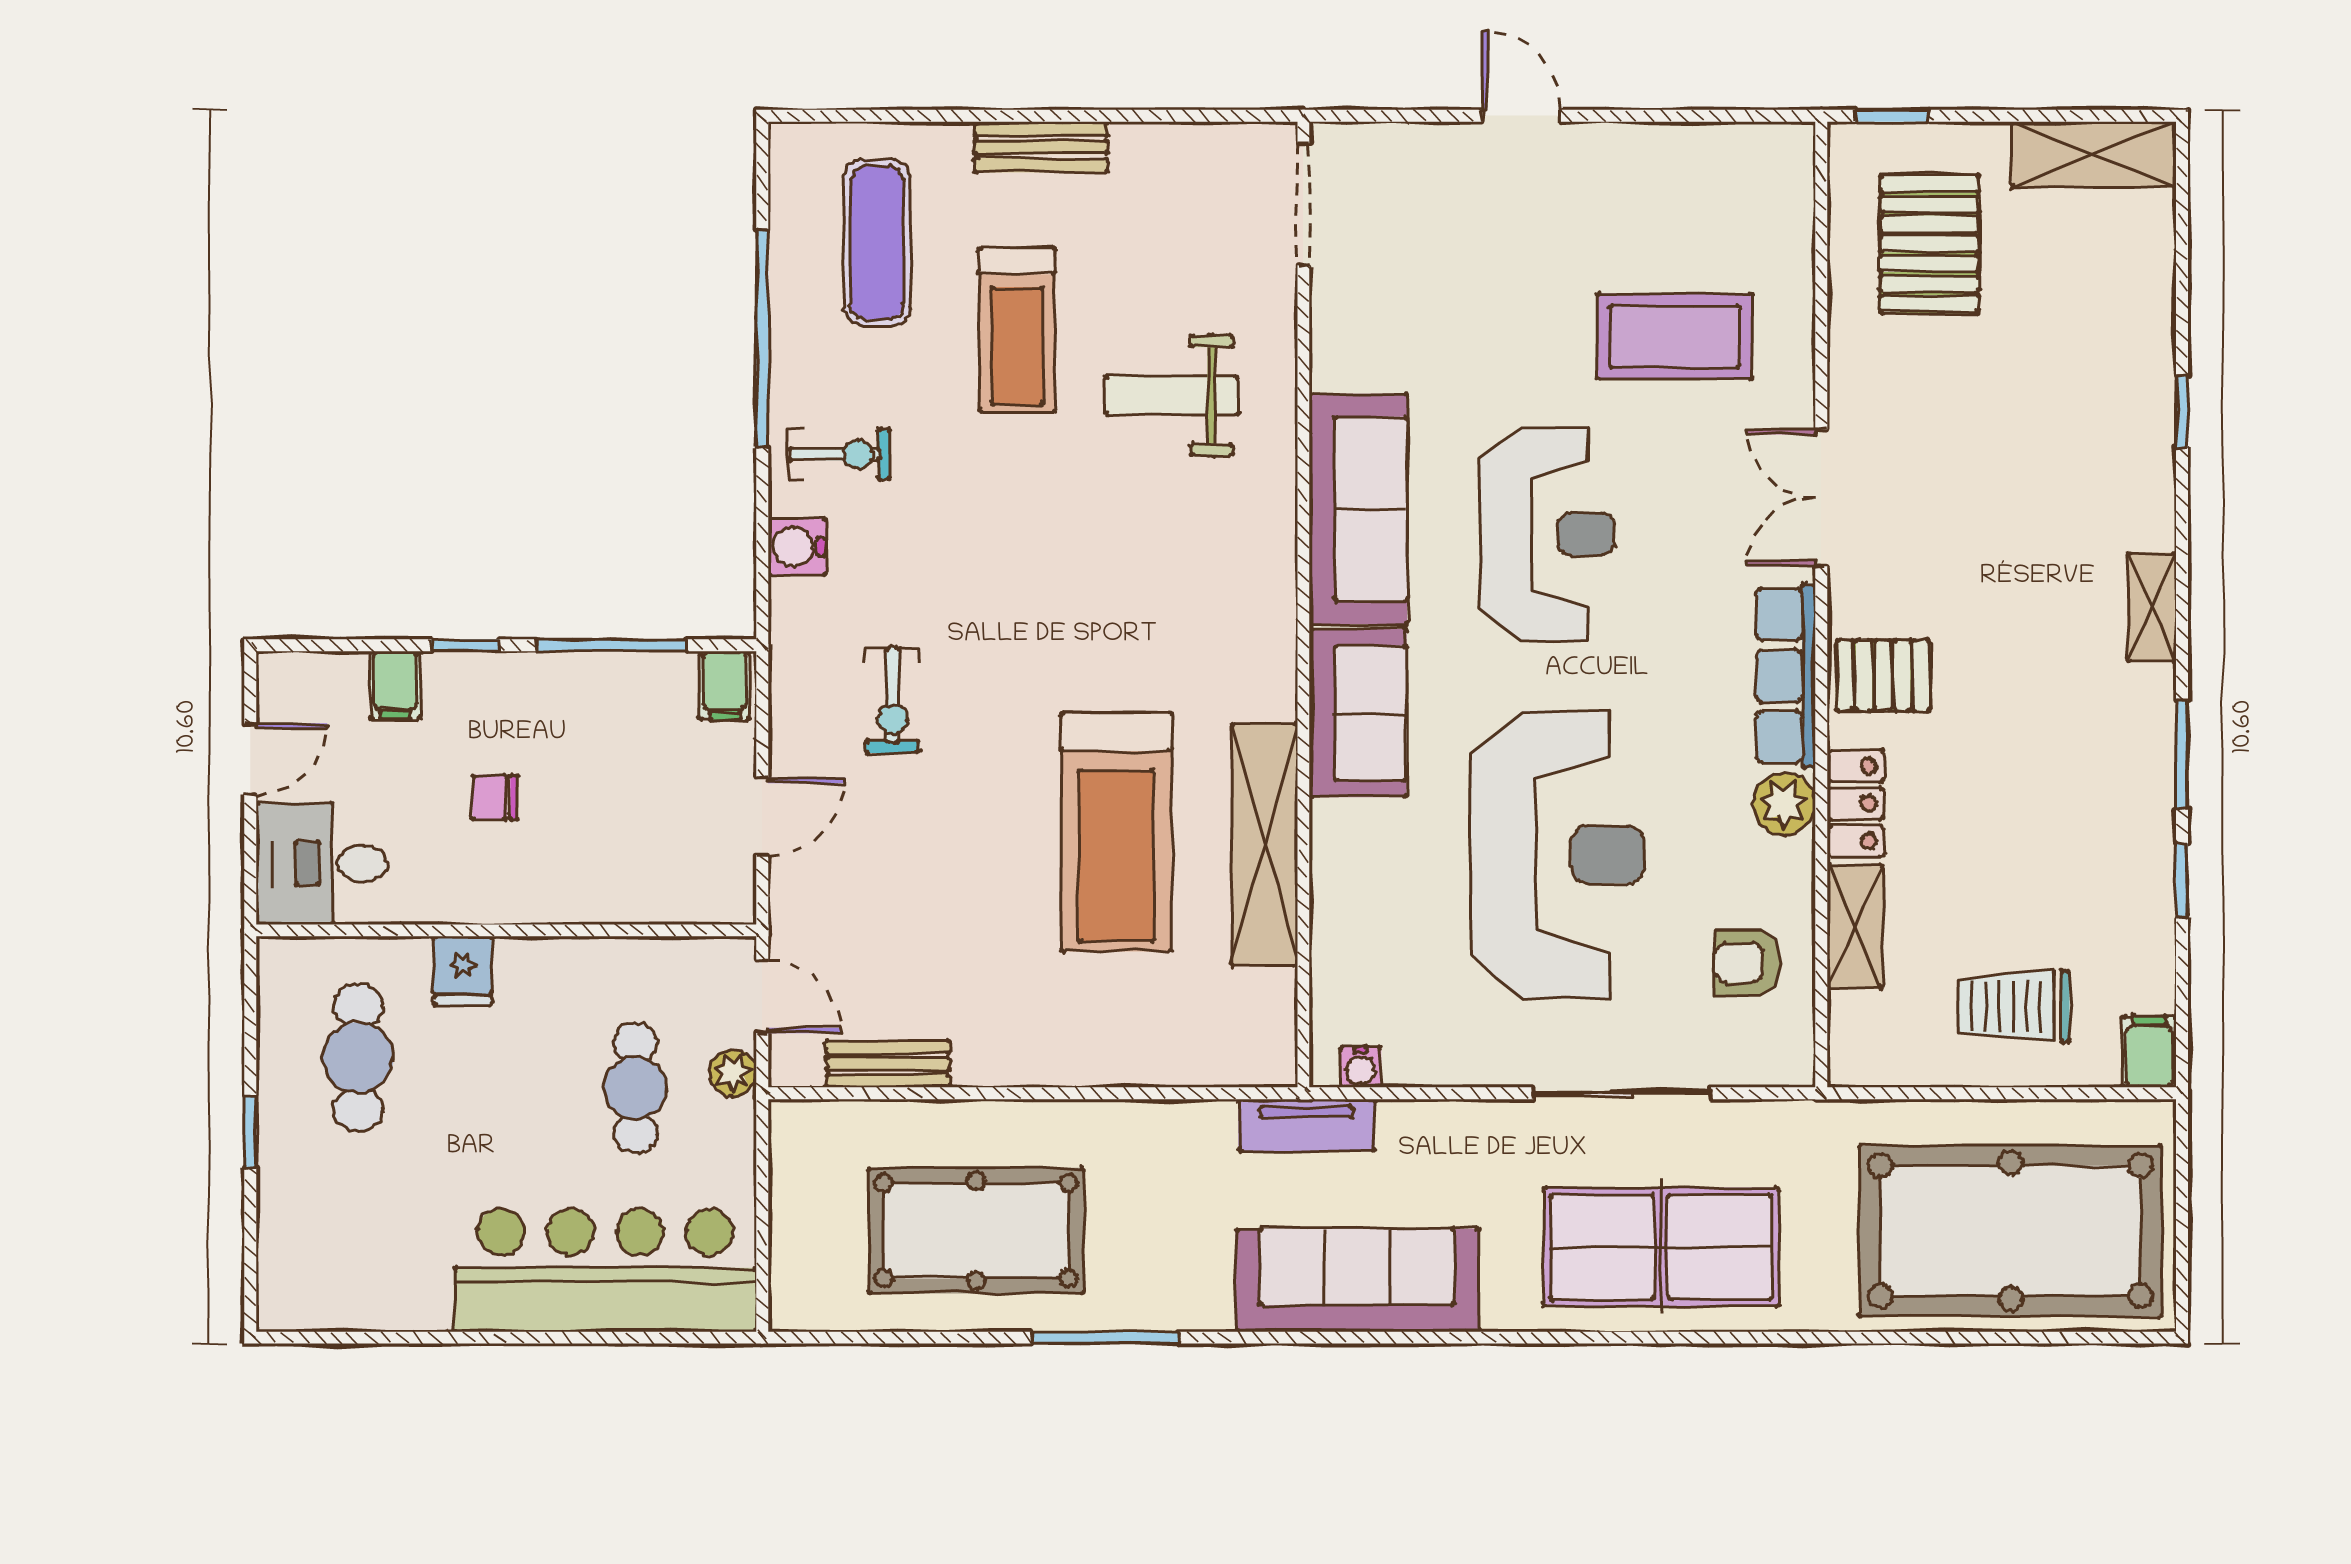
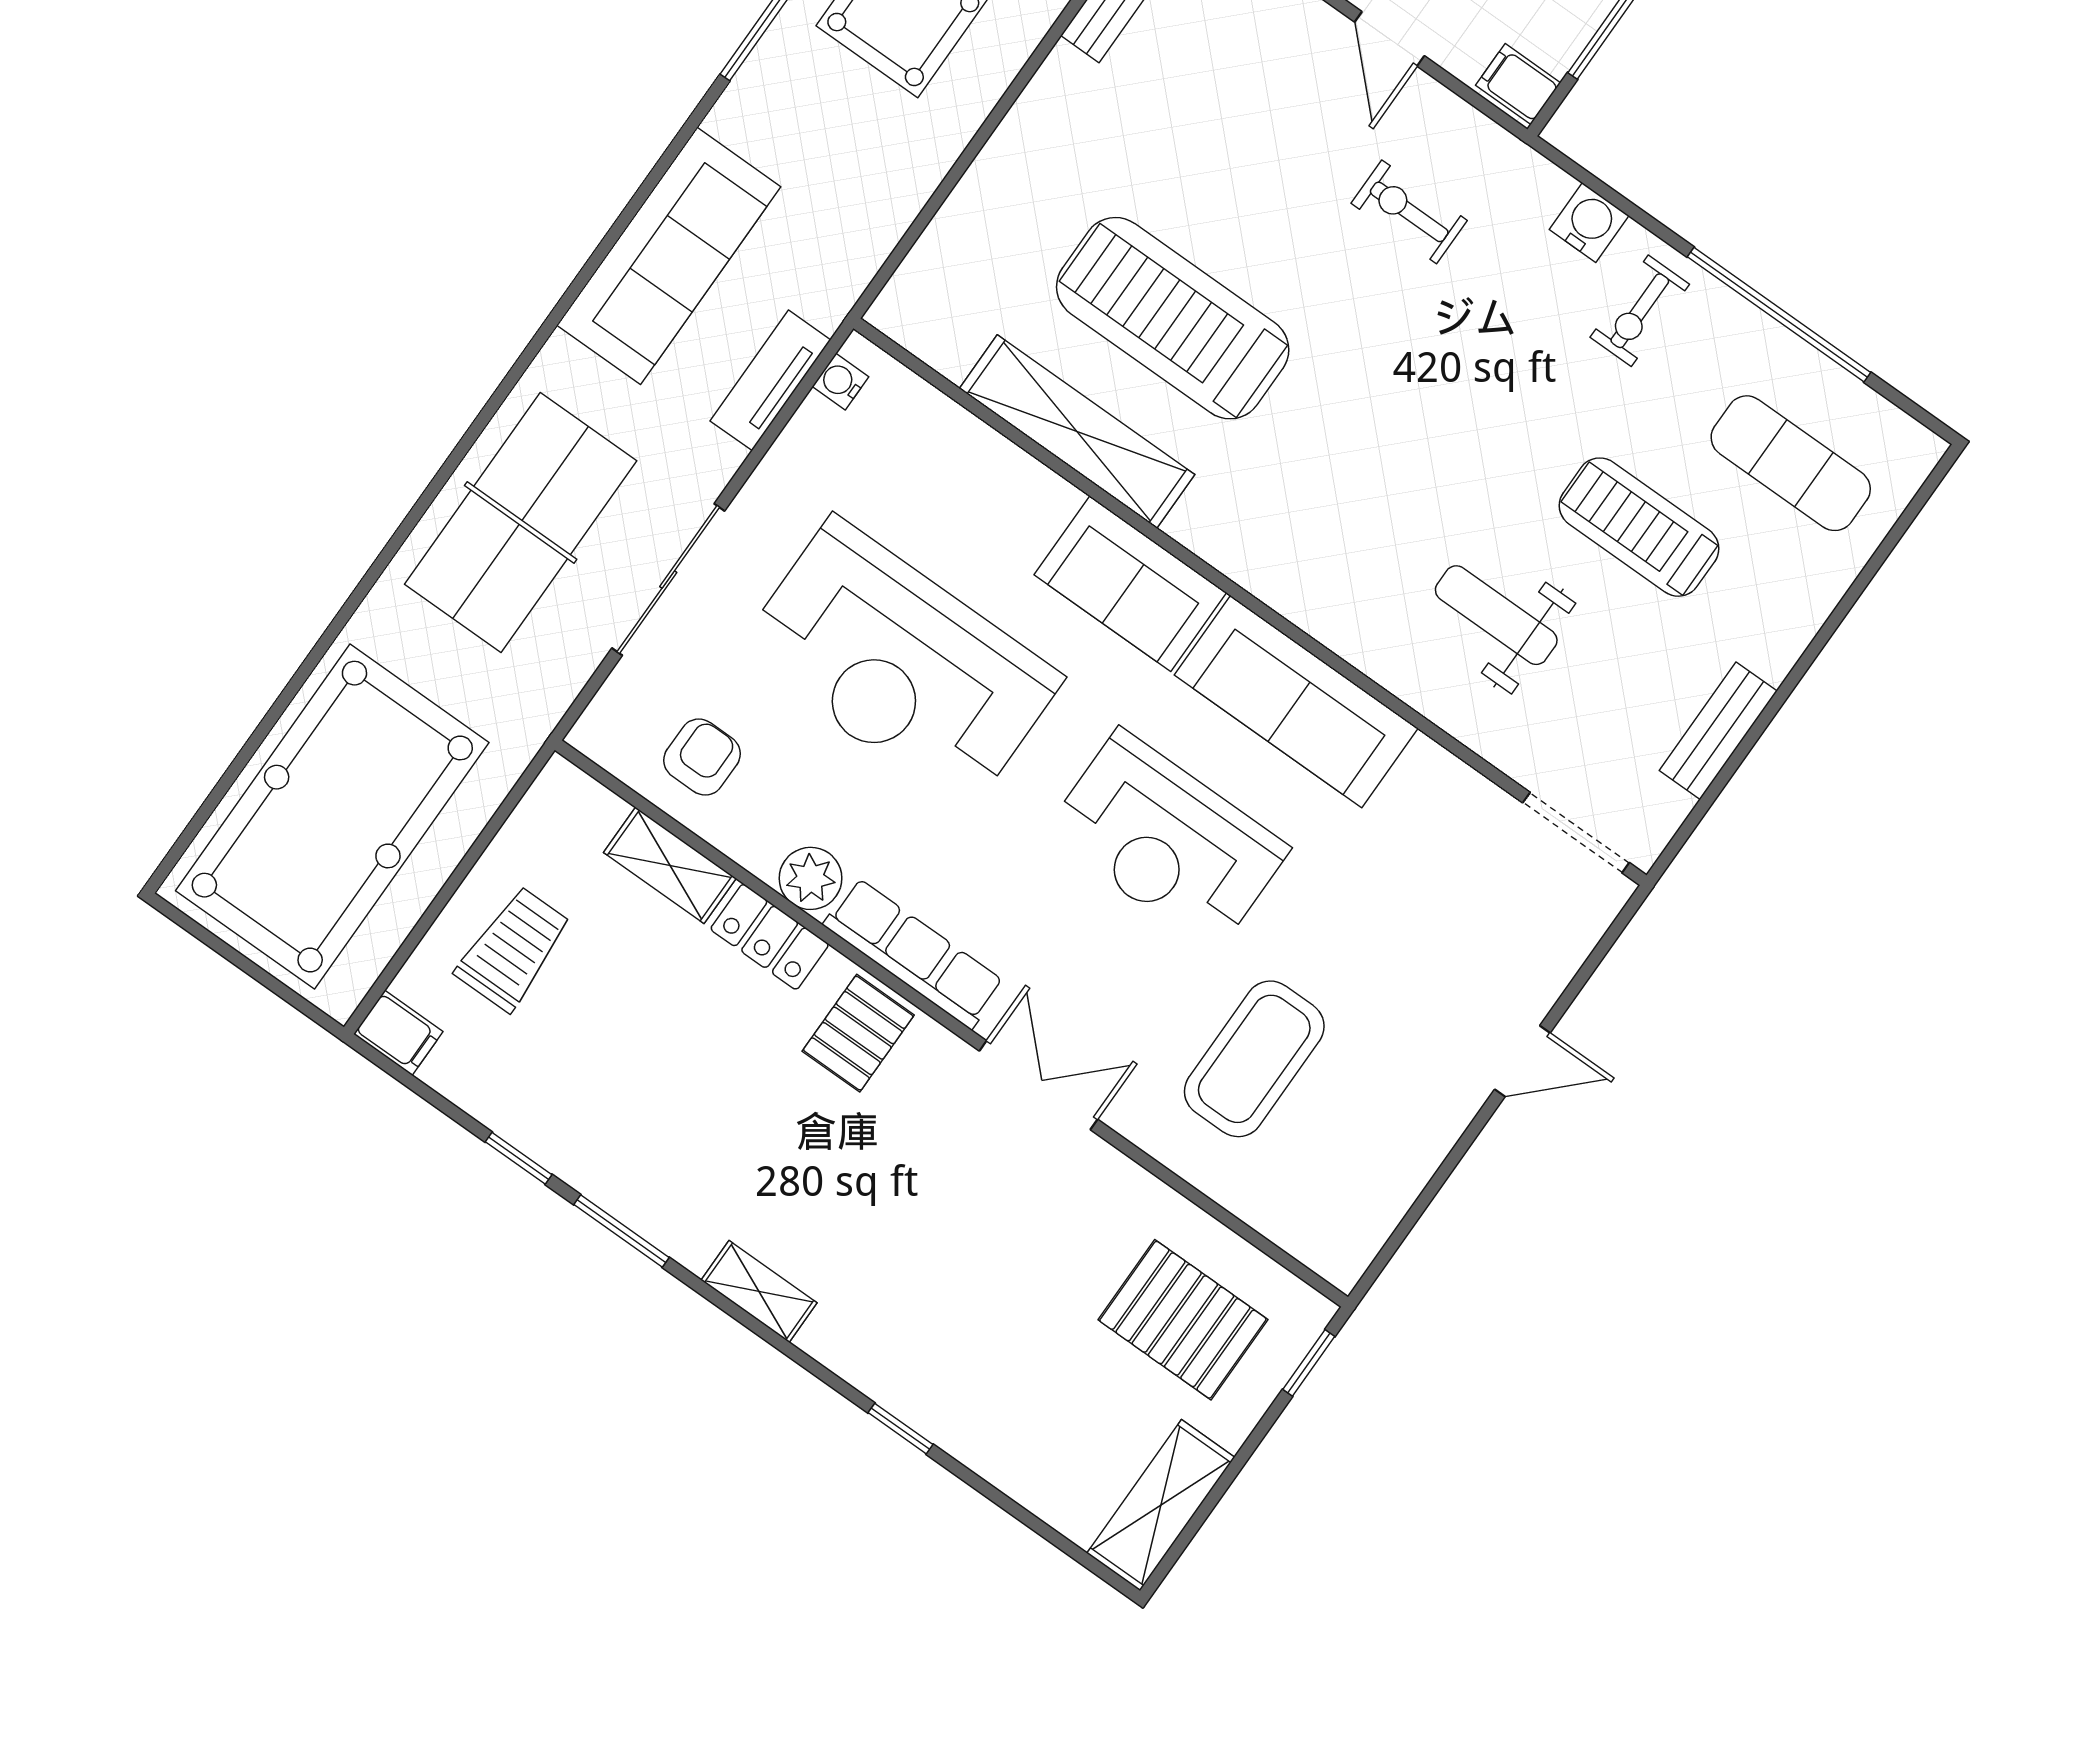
bench: (1041, 147) -> (1718, 731), moved
weight bench: (1172, 396) -> (1496, 615), turned -90
tv unit: (1306, 1125) -> (770, 380), moved

